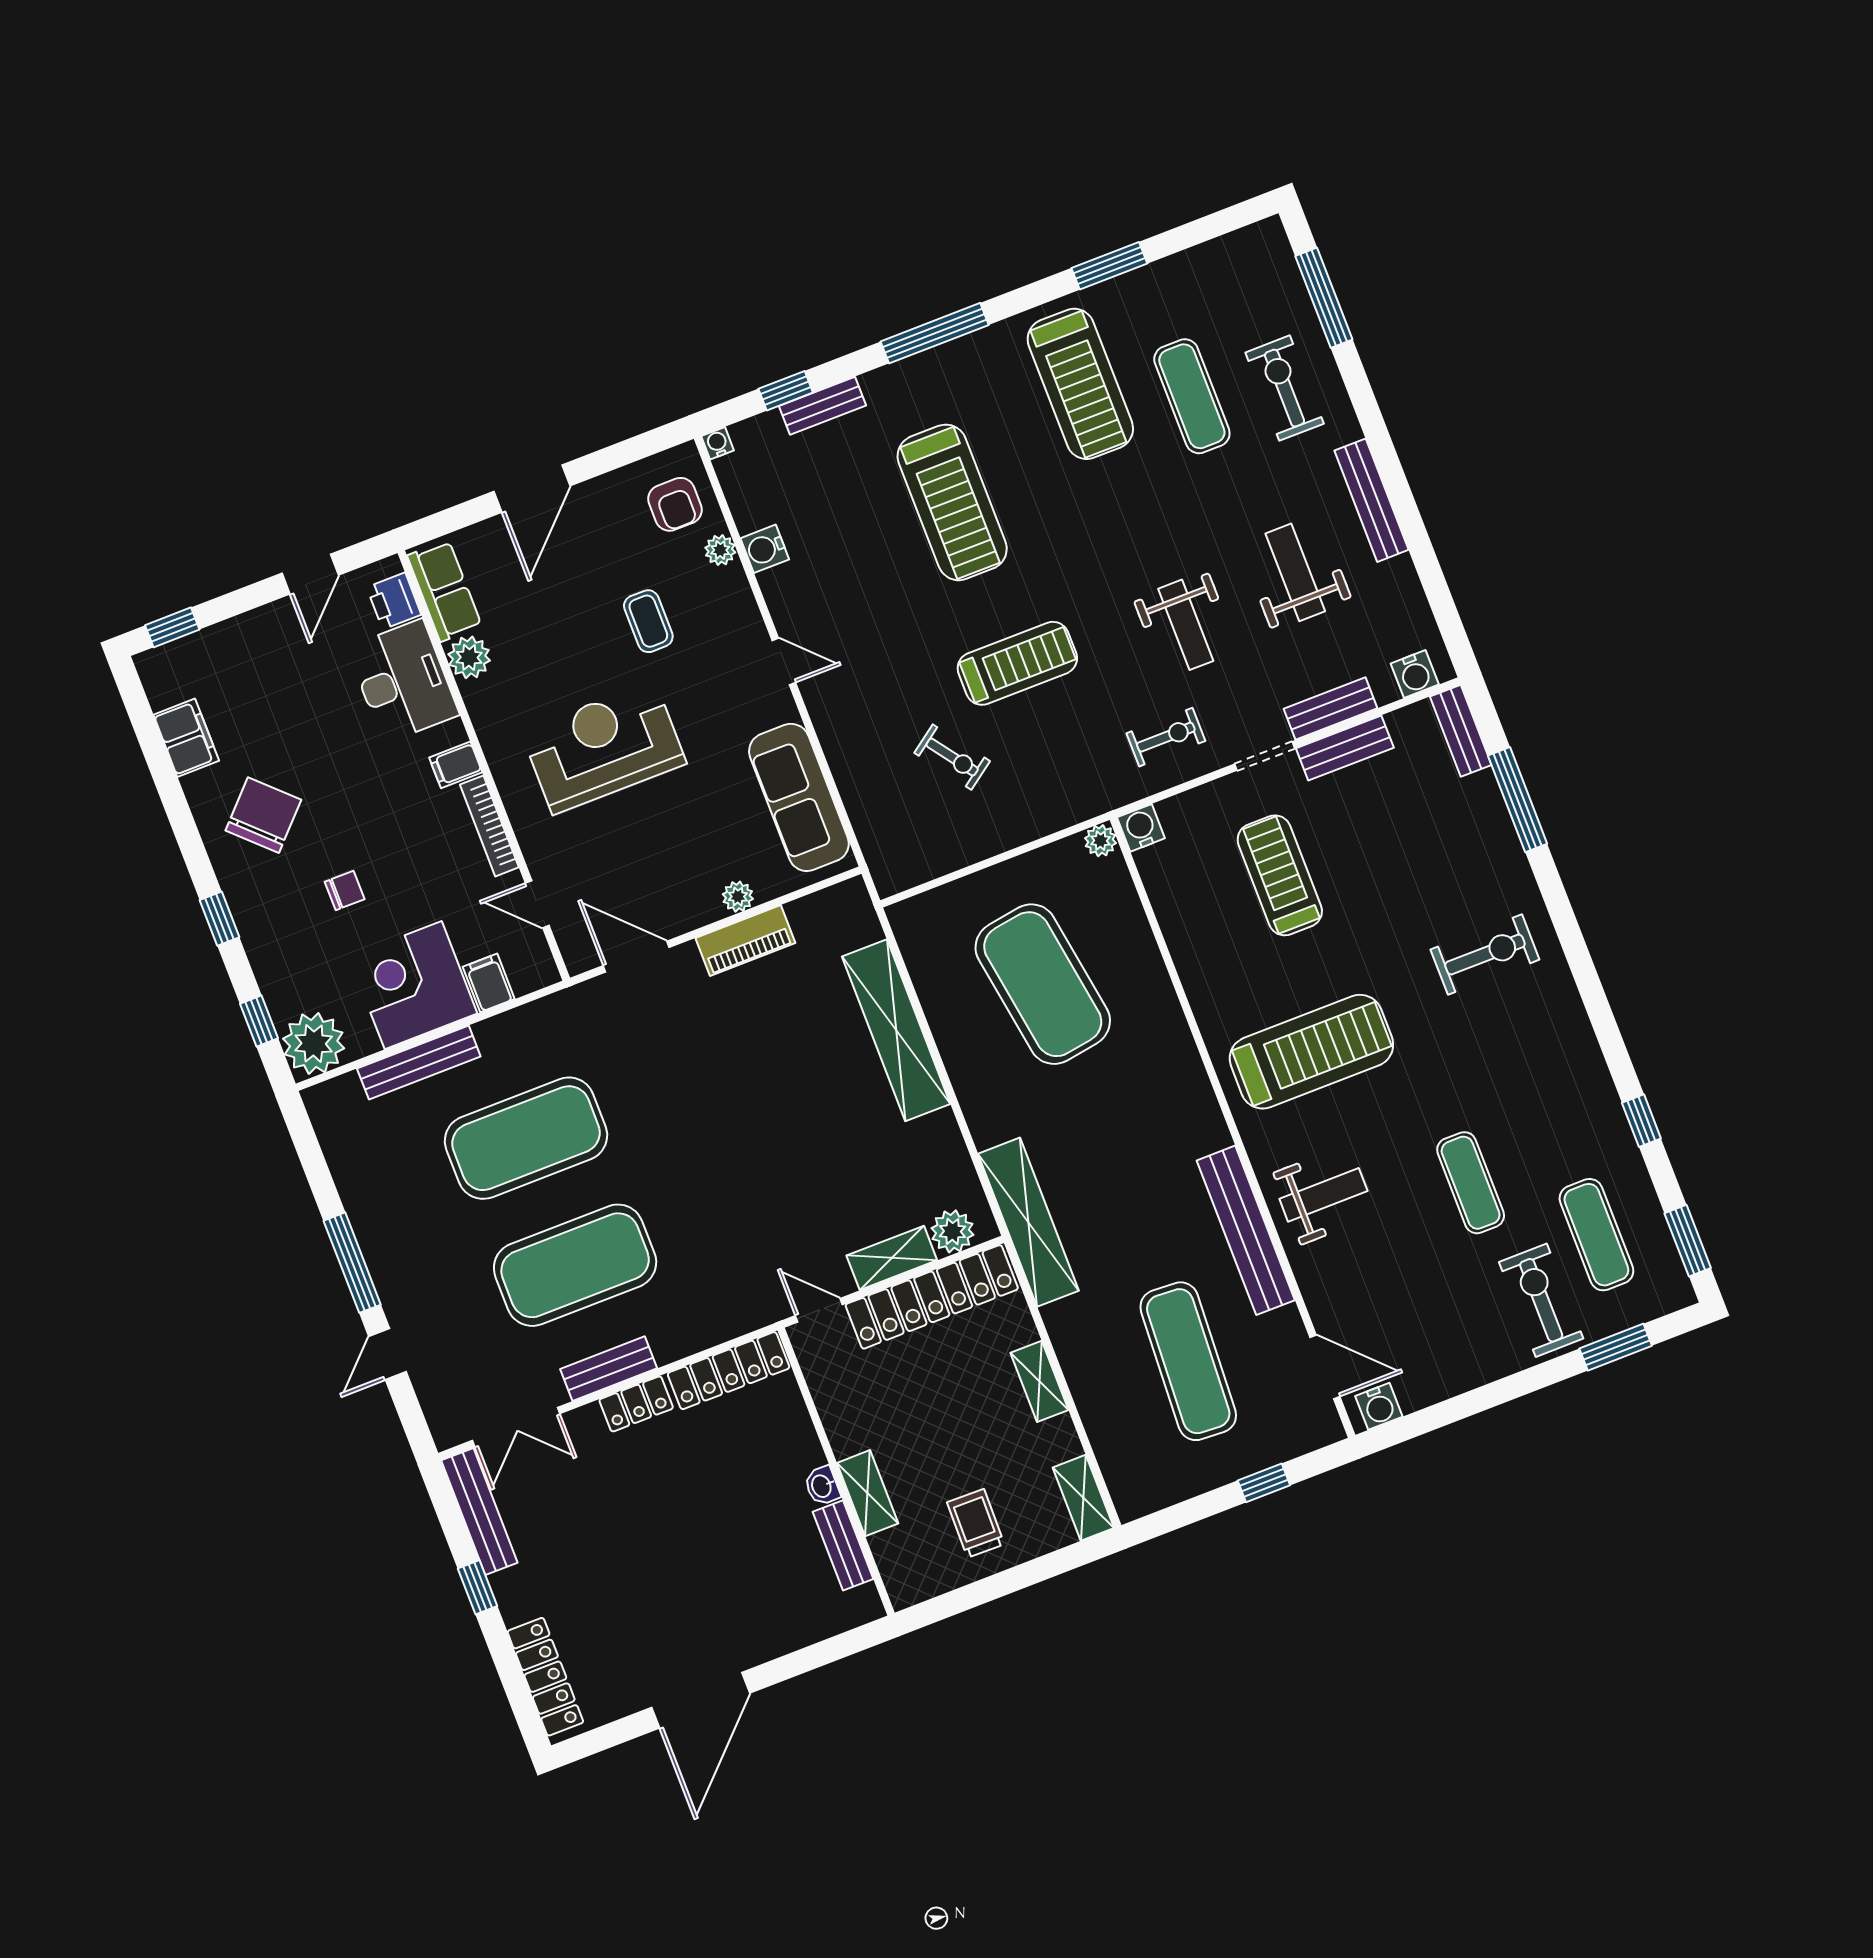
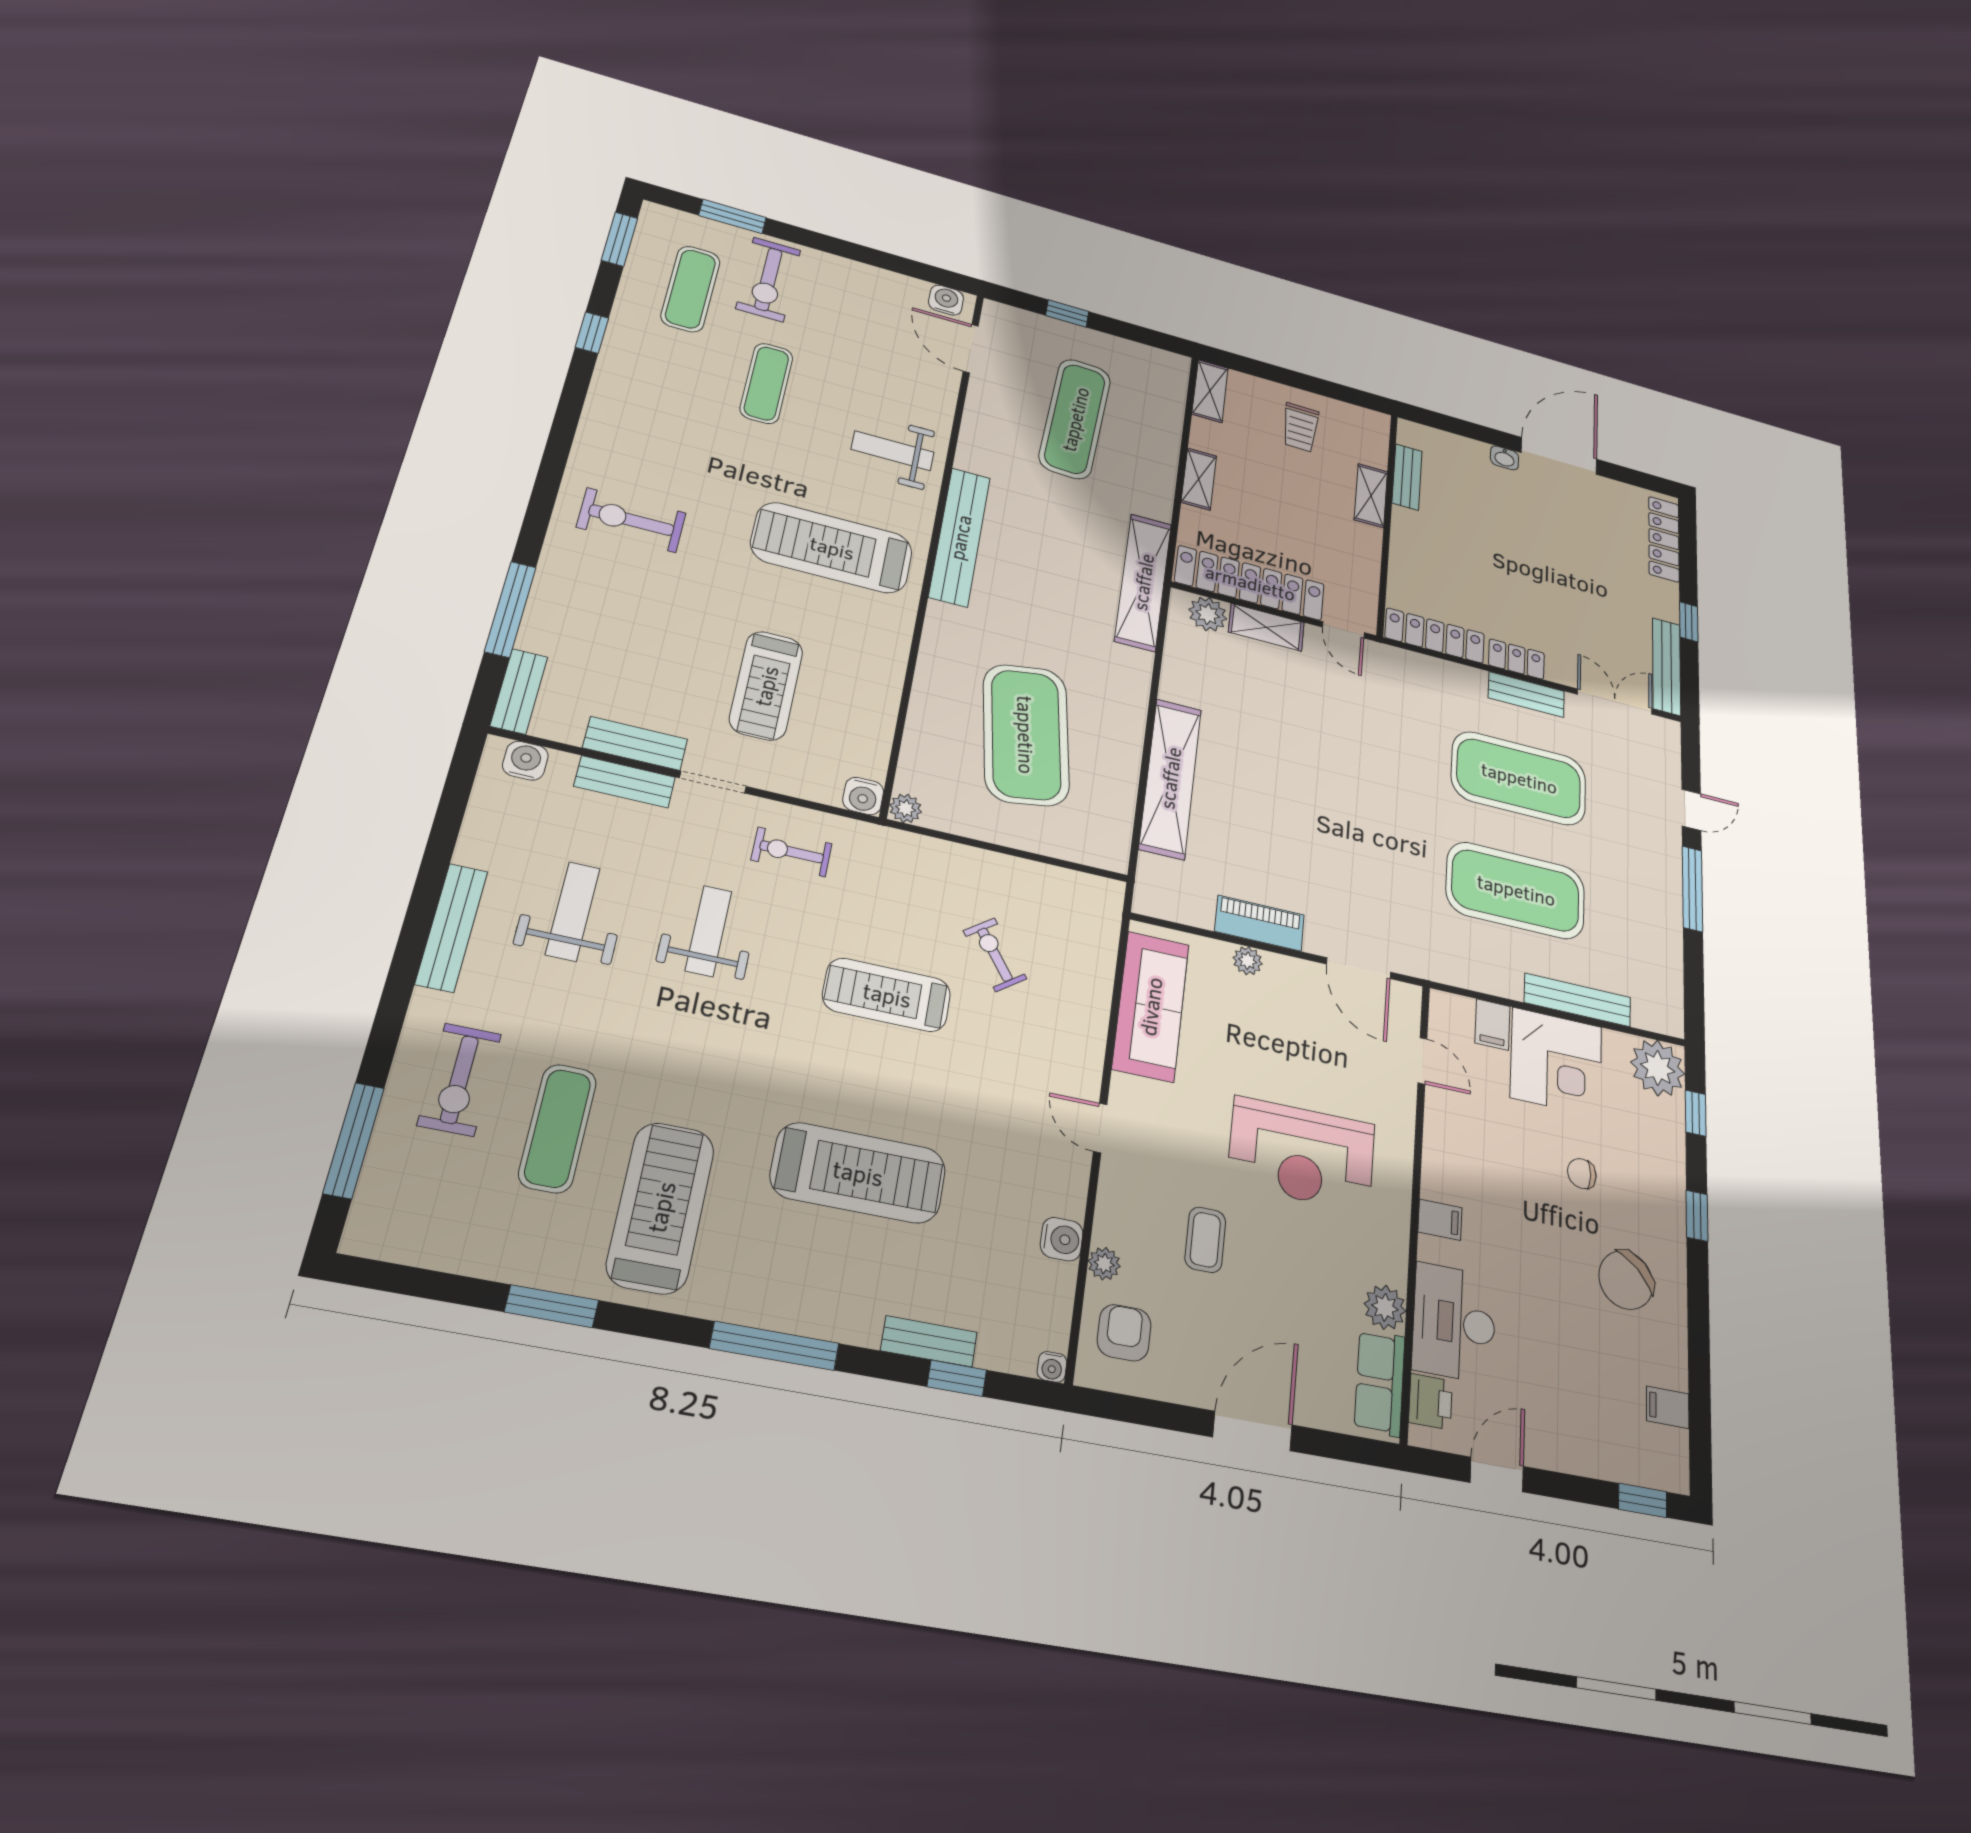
treadmill: (952, 502) -> (858, 1173), turned 90
weight bench: (1295, 572) -> (573, 911), turned 180
filing cabinet: (186, 738) -> (1668, 1407), width x0.50
bookcase: (489, 826) -> (1434, 1150), removed
bench: (1246, 1230) -> (960, 537), moved
washbasin: (822, 1486) -> (1505, 458), moved, turned 90

